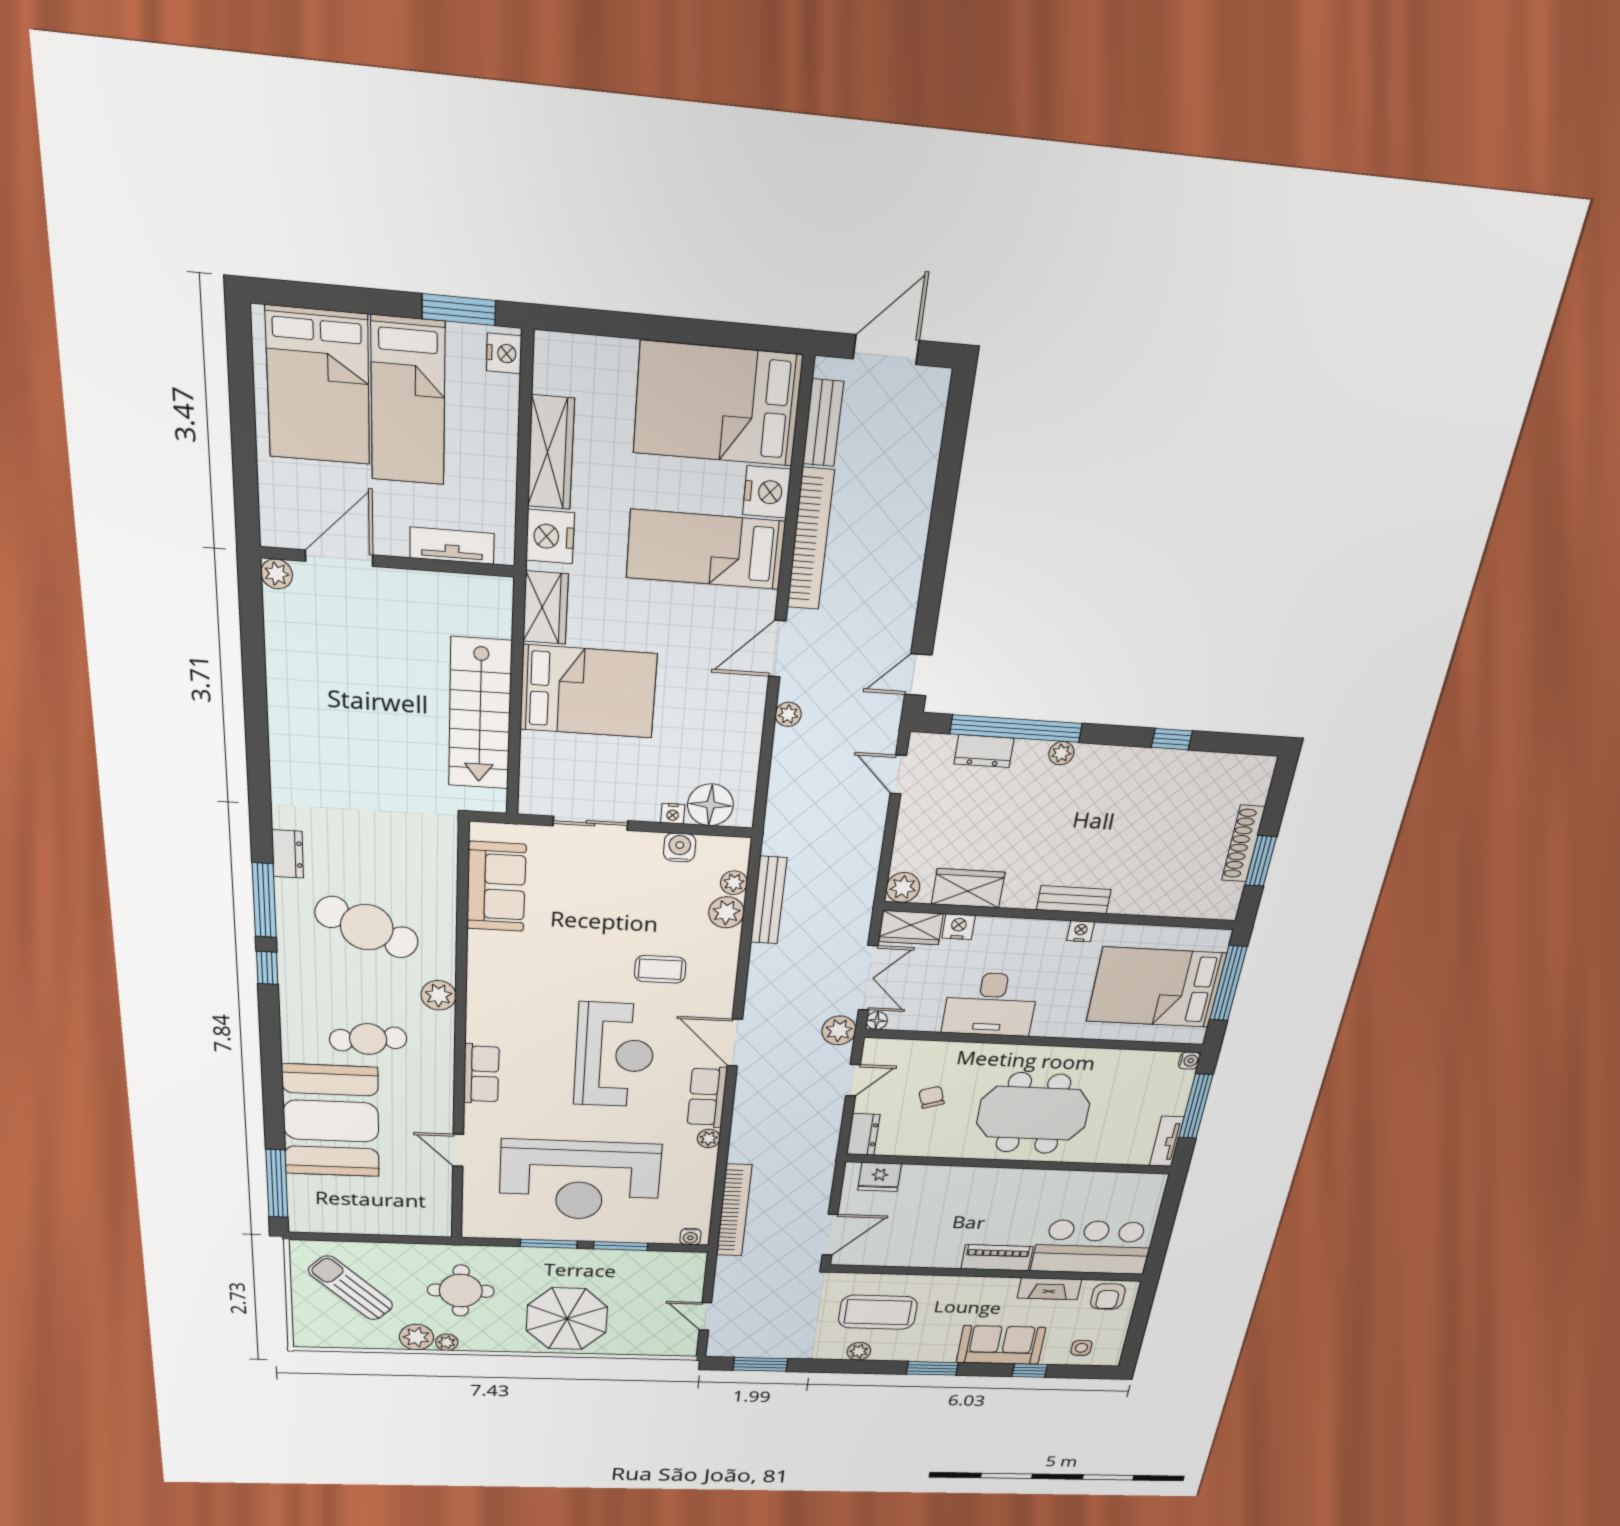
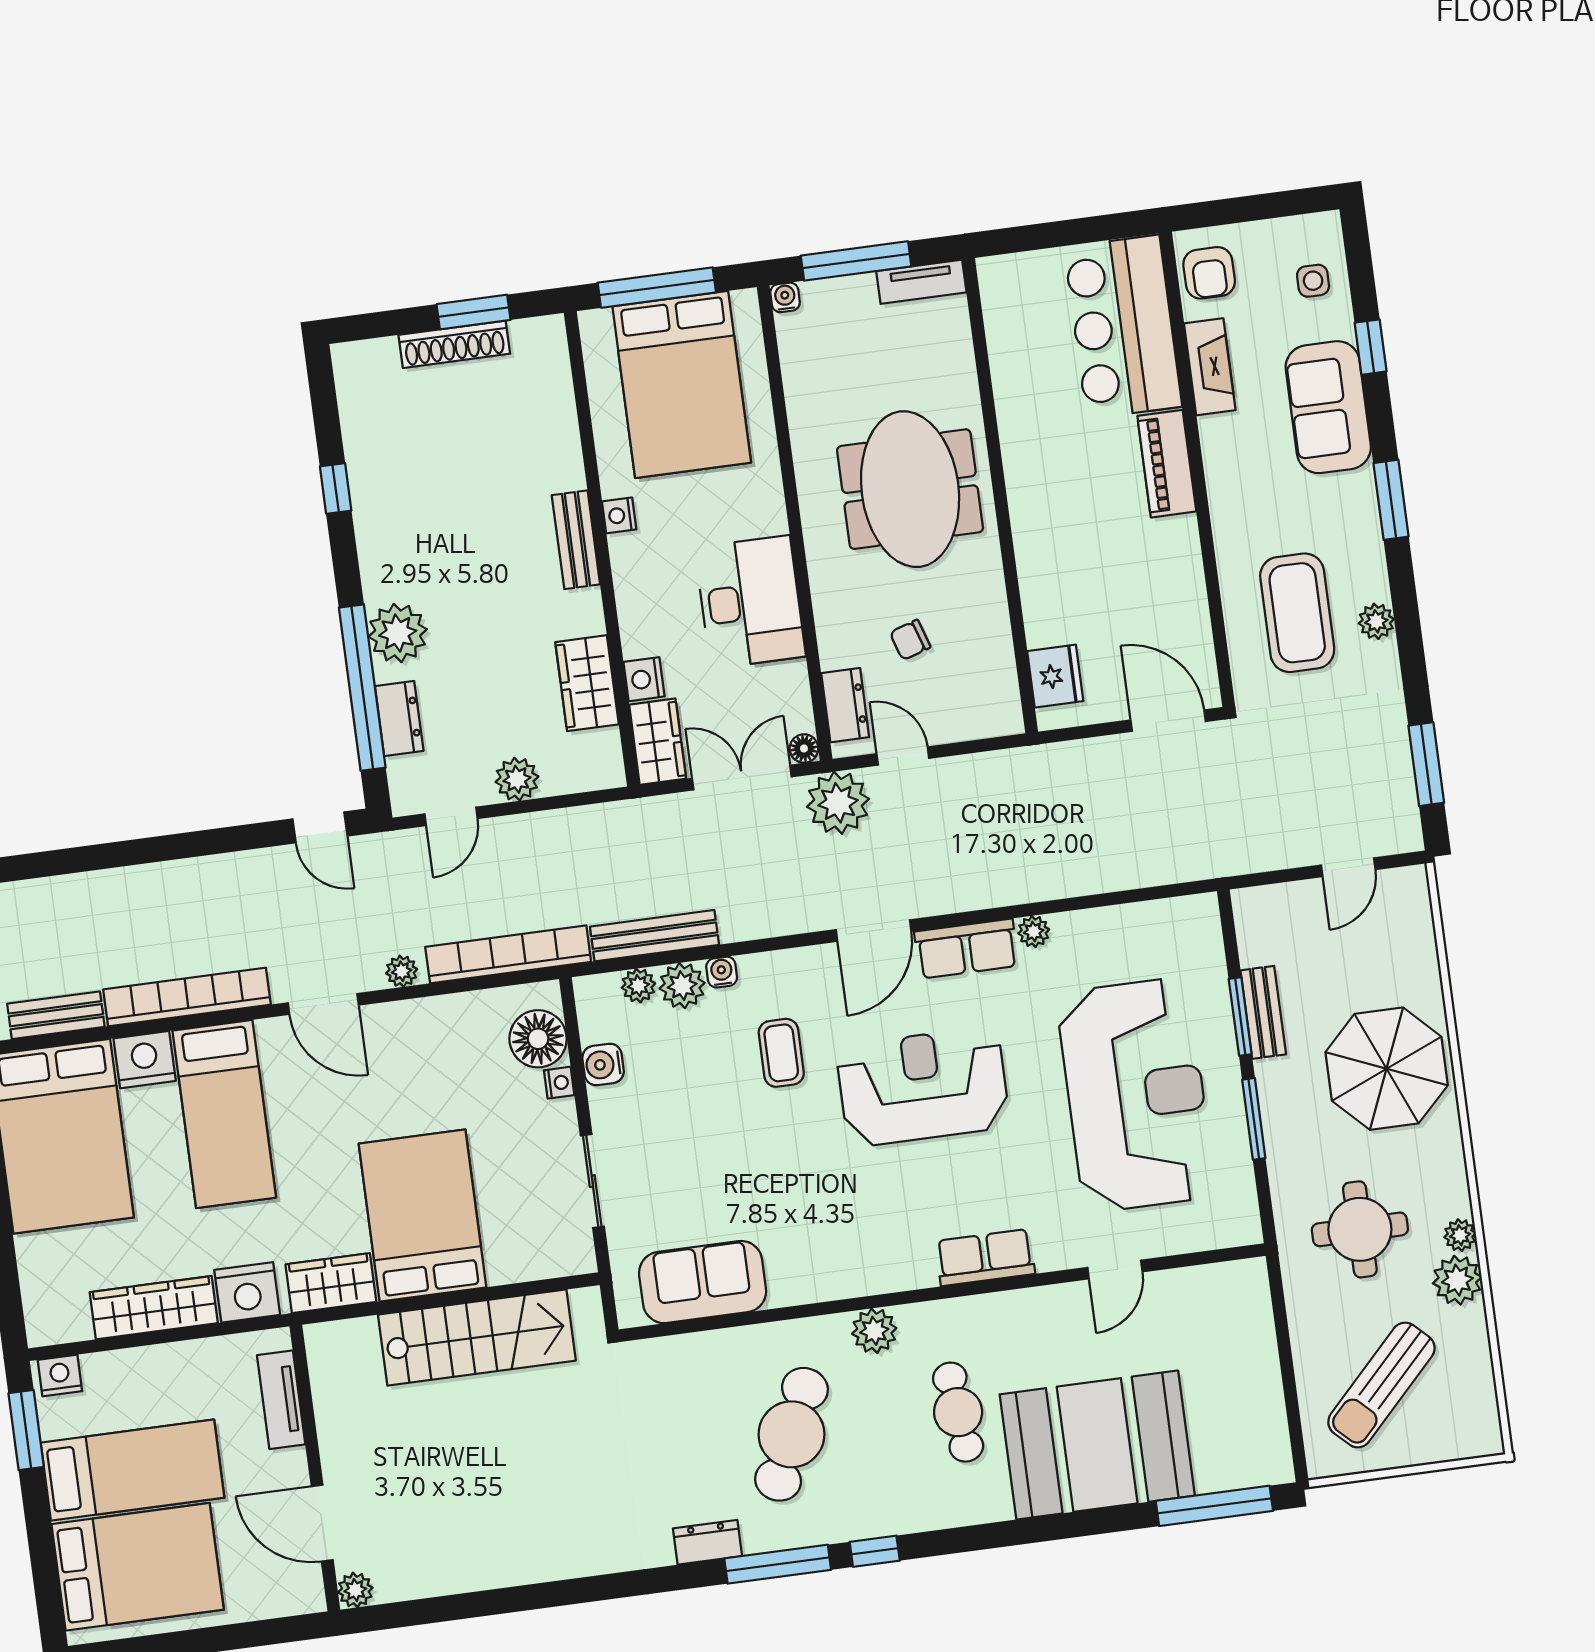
plant: (1061, 753) -> (398, 633), width x1.87, depth x1.87
plant: (903, 887) -> (517, 779), moved
plant: (839, 1030) -> (838, 803), width x1.36, depth x1.36
dresser: (863, 1134) -> (845, 705), moved, turned 90
bookcase: (734, 1210) -> (508, 954), moved
water cooler: (690, 1237) -> (722, 972), moved, turned -90
bench: (620, 1259) -> (1263, 1012), added
armchair: (1108, 1297) -> (1209, 273), turned 90

